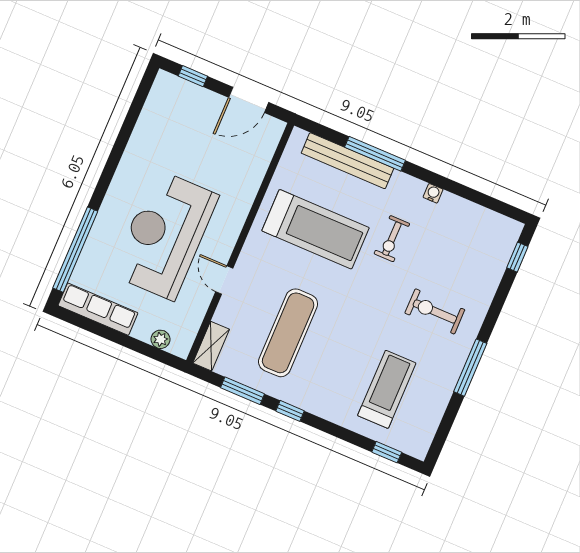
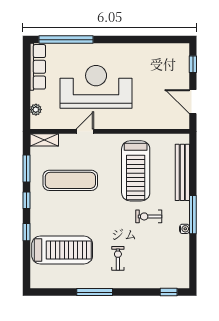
window: (375, 154) -> (193, 215), moved
exercise bike: (435, 311) -> (118, 258), width x0.73, depth x0.72
treadmill: (387, 389) -> (62, 250), width x1.37, depth x1.38
window: (387, 452) -> (26, 232), moved

